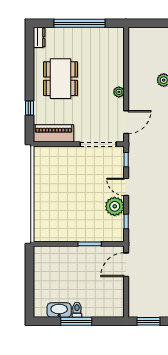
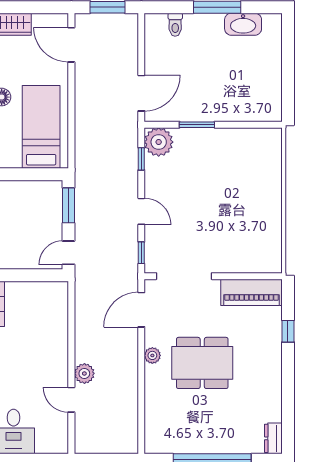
dining table: (61, 79) -> (202, 363), moved, turned 90
plant: (115, 206) -> (159, 142), moved
toilet: (77, 310) -> (175, 25), moved

